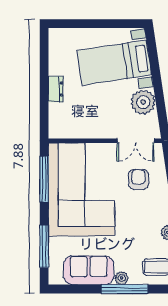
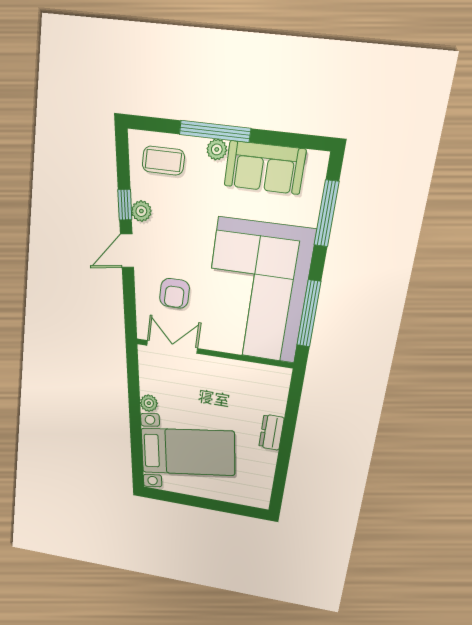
plant: (143, 102) -> (149, 403), width x0.53, depth x0.53

